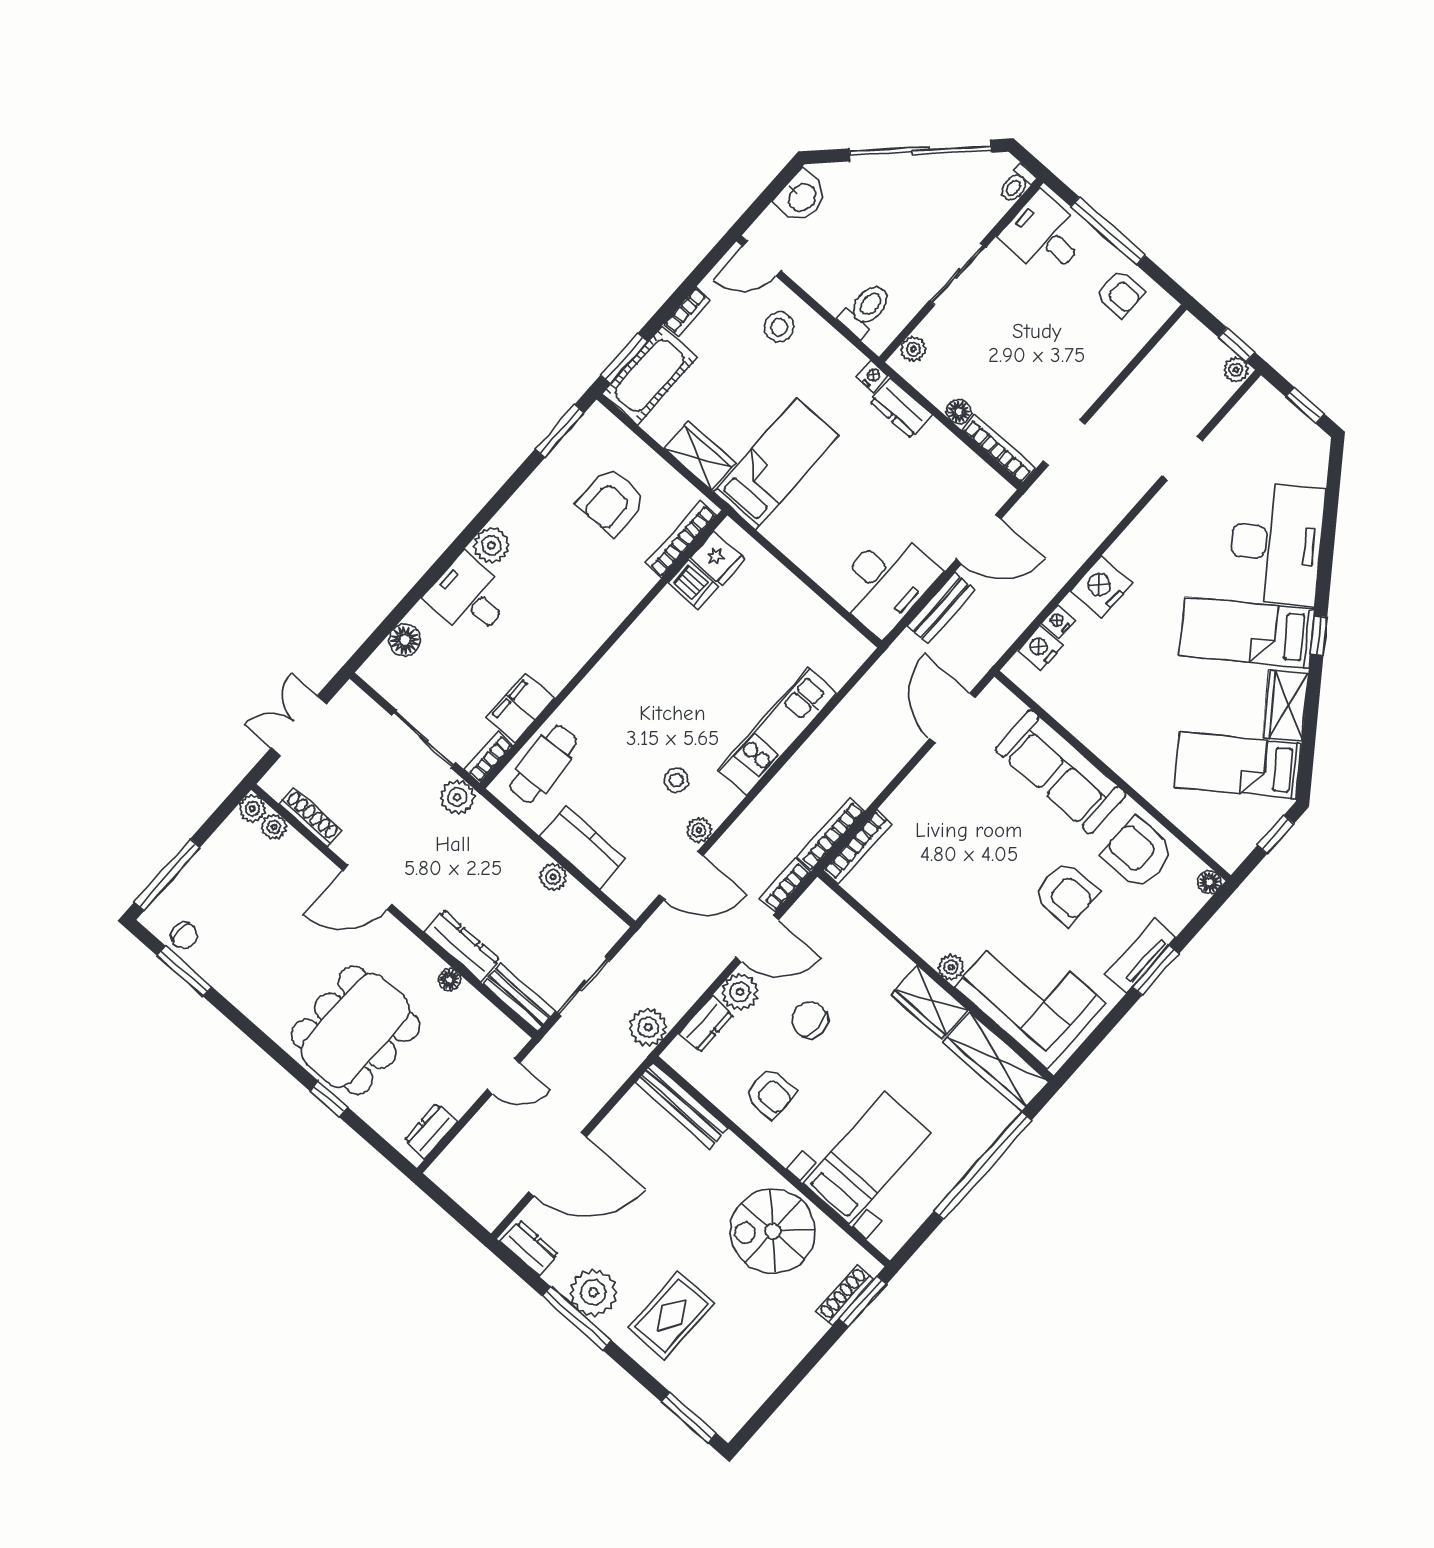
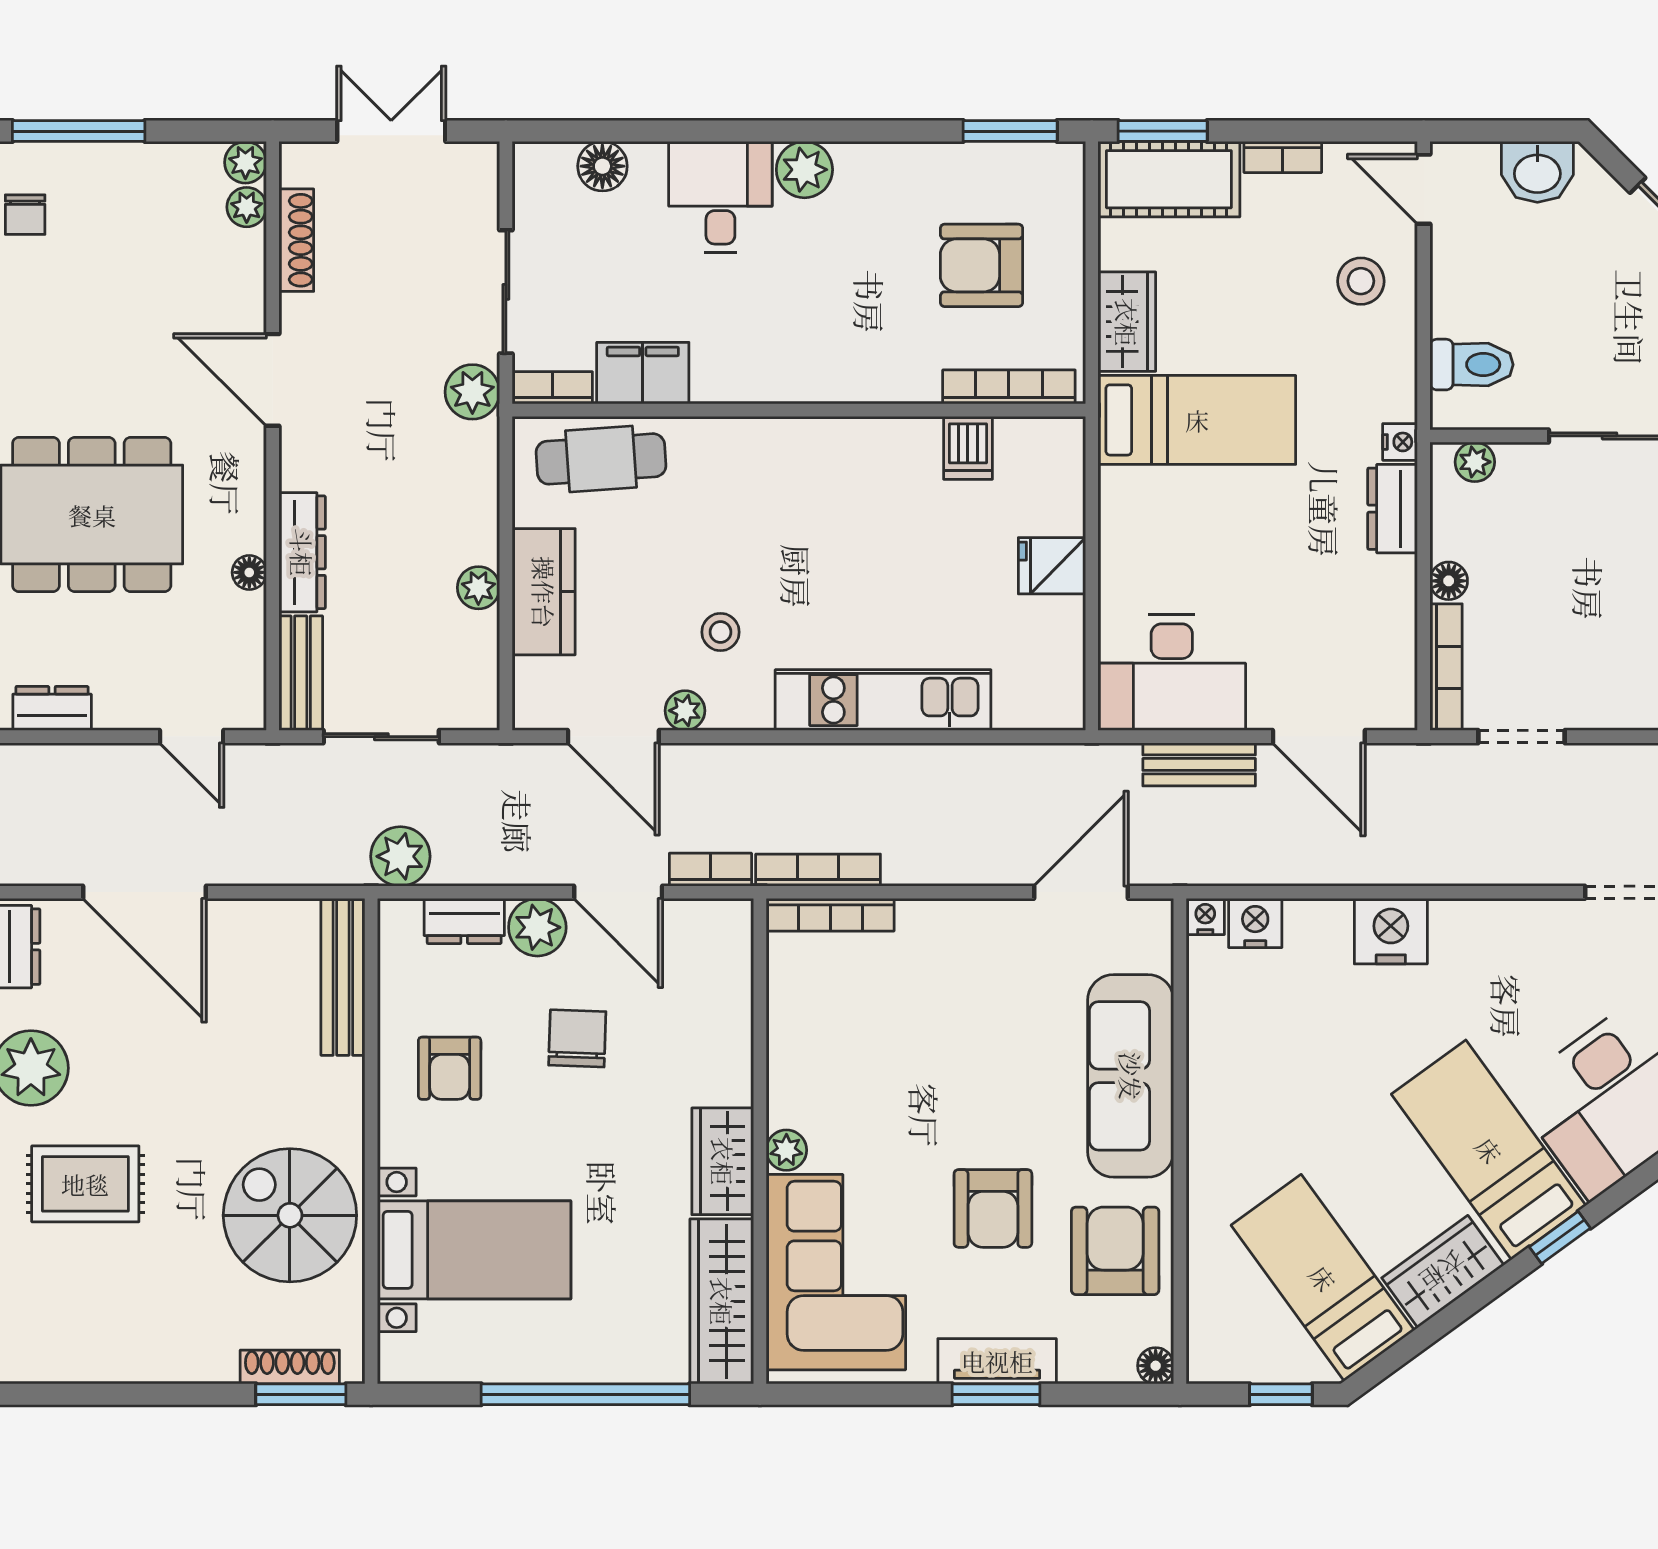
fridge: (718, 558) -> (1052, 566), moved, turned 90
nightstand: (1058, 622) -> (1205, 917), moved

